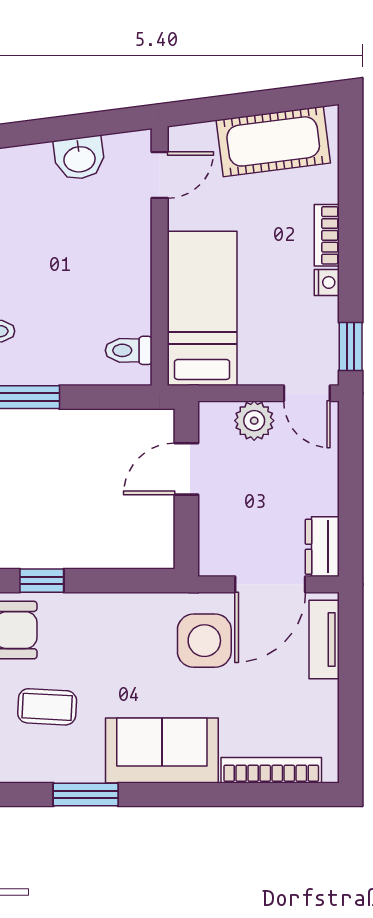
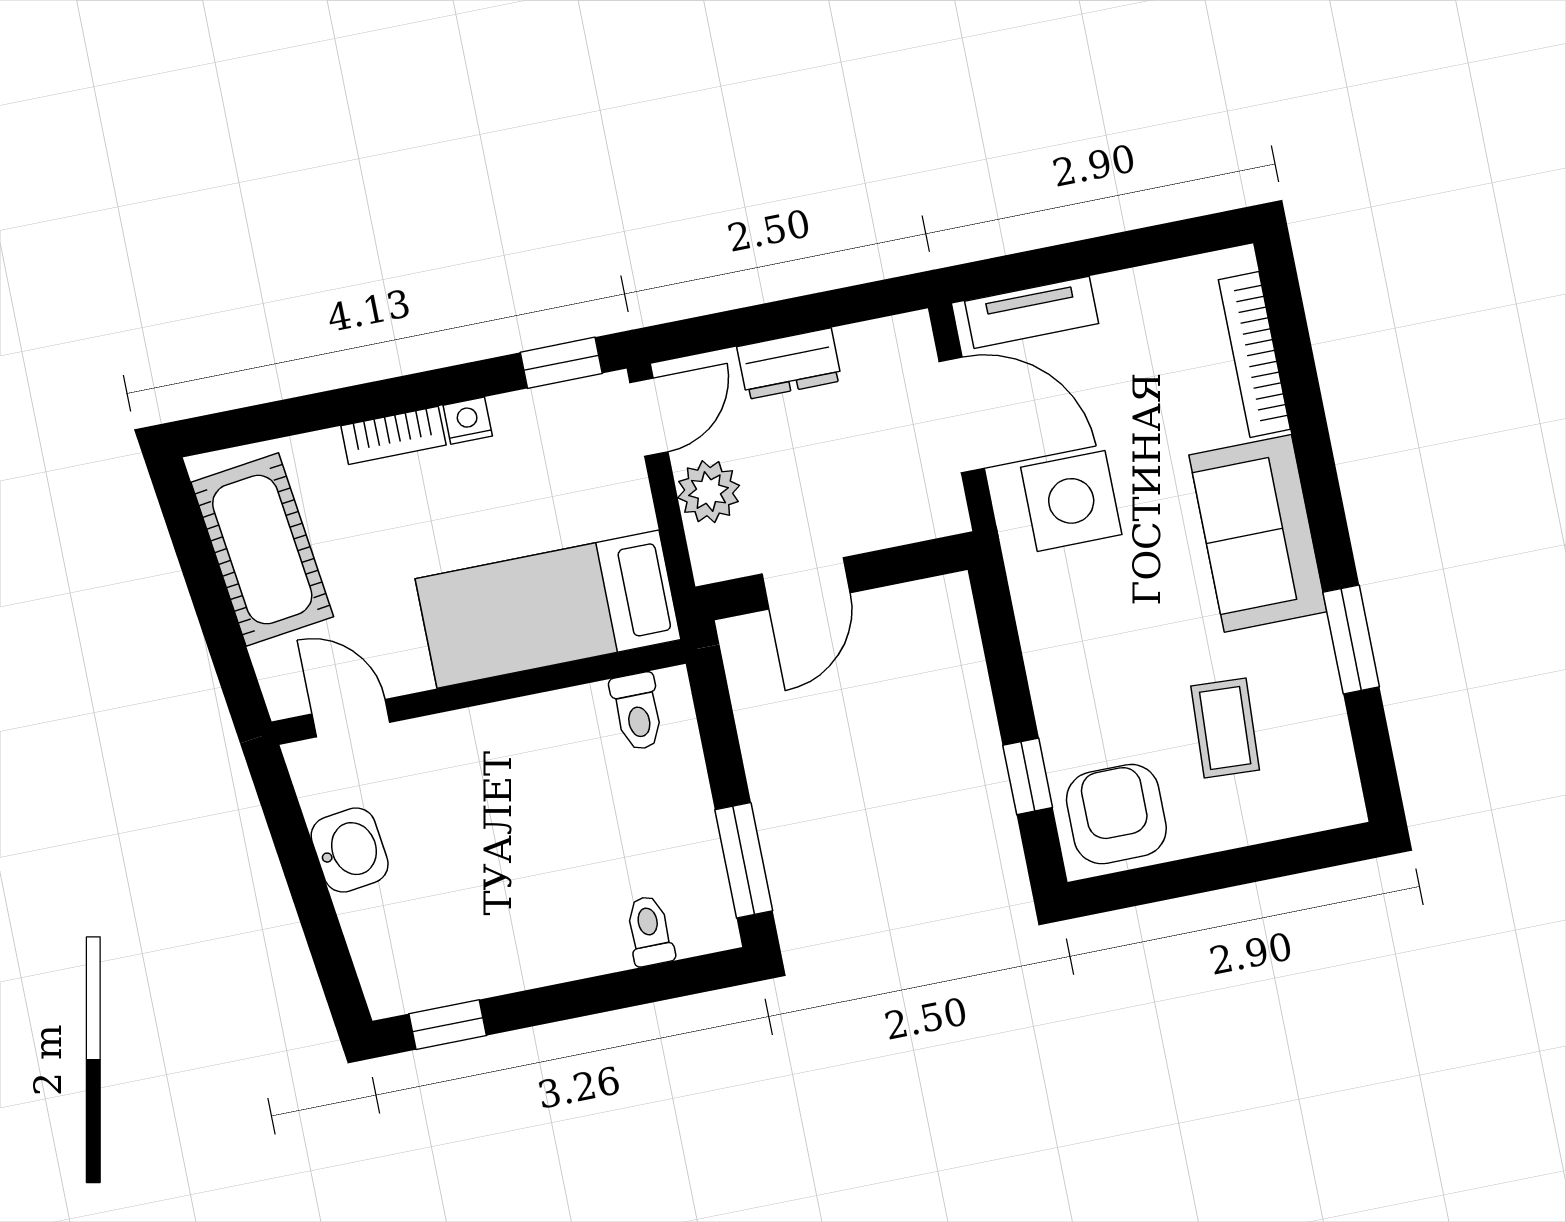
door: (186, 469) -> (806, 583), hinge flipped
dresser: (322, 547) -> (789, 364), moved

